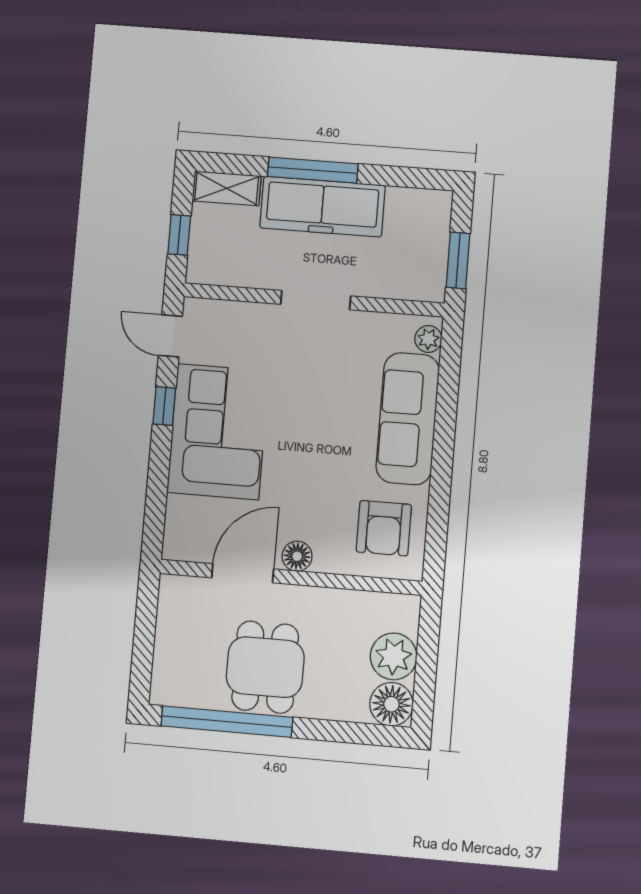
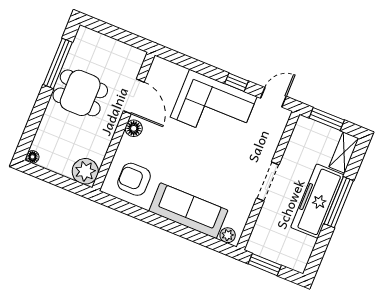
window: (179, 235) -> (327, 119), width x1.50
plant: (394, 656) -> (85, 171), moved
floor lamp: (391, 704) -> (32, 157), width x0.53, depth x0.53
window: (227, 722) -> (58, 63), width x0.68

